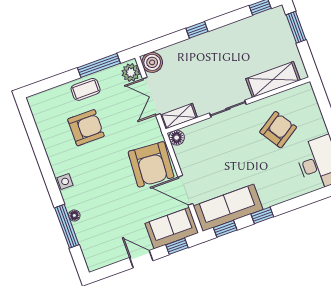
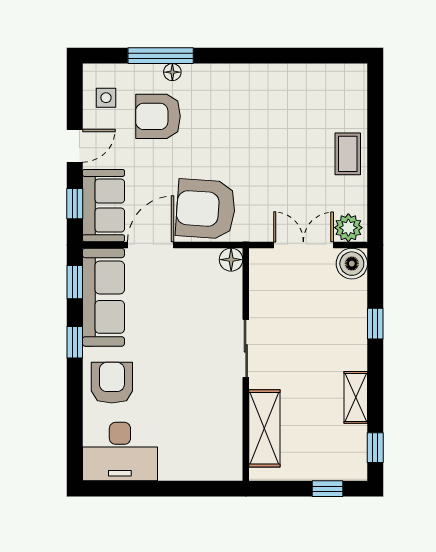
window: (296, 27) -> (328, 489), width x0.67
window: (197, 30) -> (375, 324), moved
window: (99, 65) -> (375, 185), removed
shelving: (179, 116) -> (356, 397), moved
armchair: (86, 128) -> (158, 116), moved, turned 90
armchair: (278, 130) -> (112, 383), moved, turned -147
side table: (65, 181) -> (106, 98), moved

